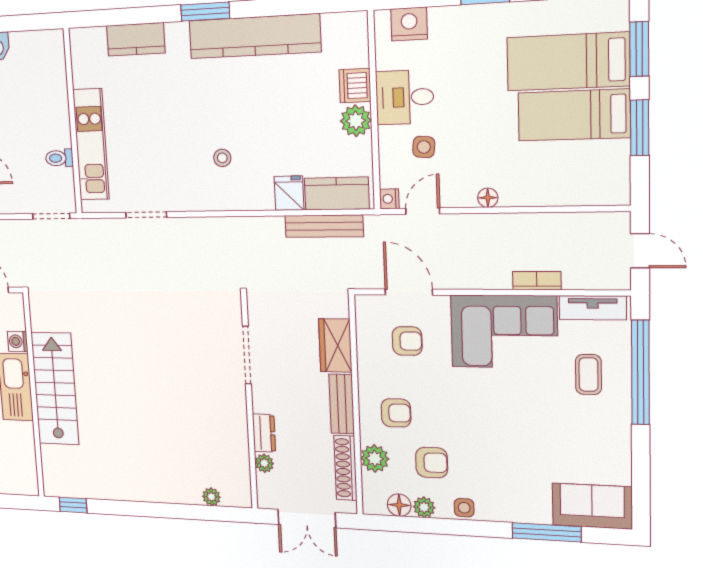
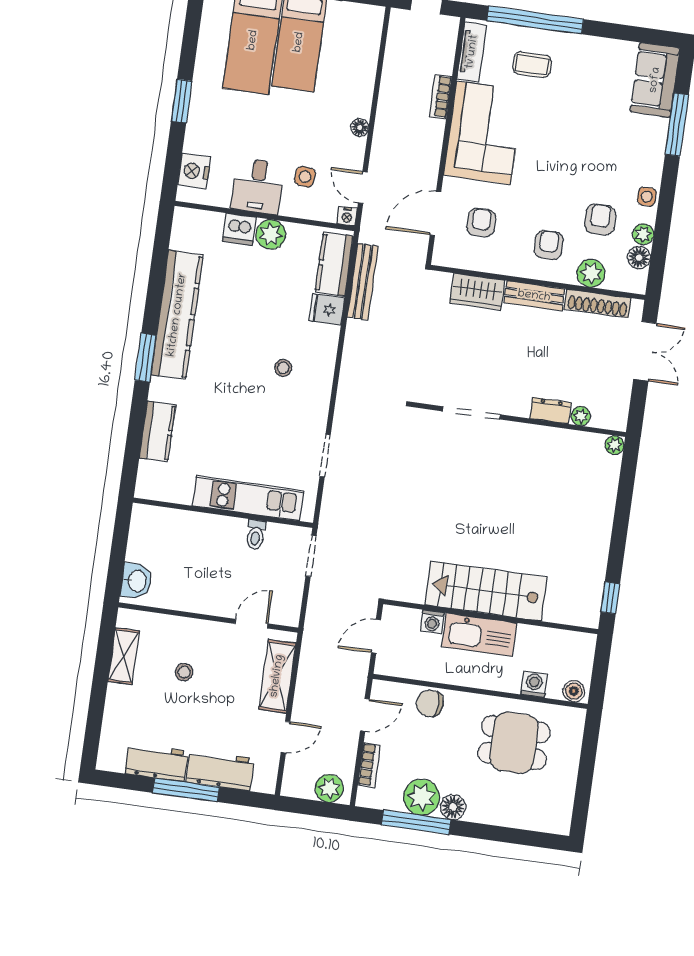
doorway: (247, 355) -> (471, 413), moved
wall: (249, 402) -> (518, 420), moved
dresser: (264, 433) -> (550, 411), moved
plant: (264, 463) -> (581, 416), moved

